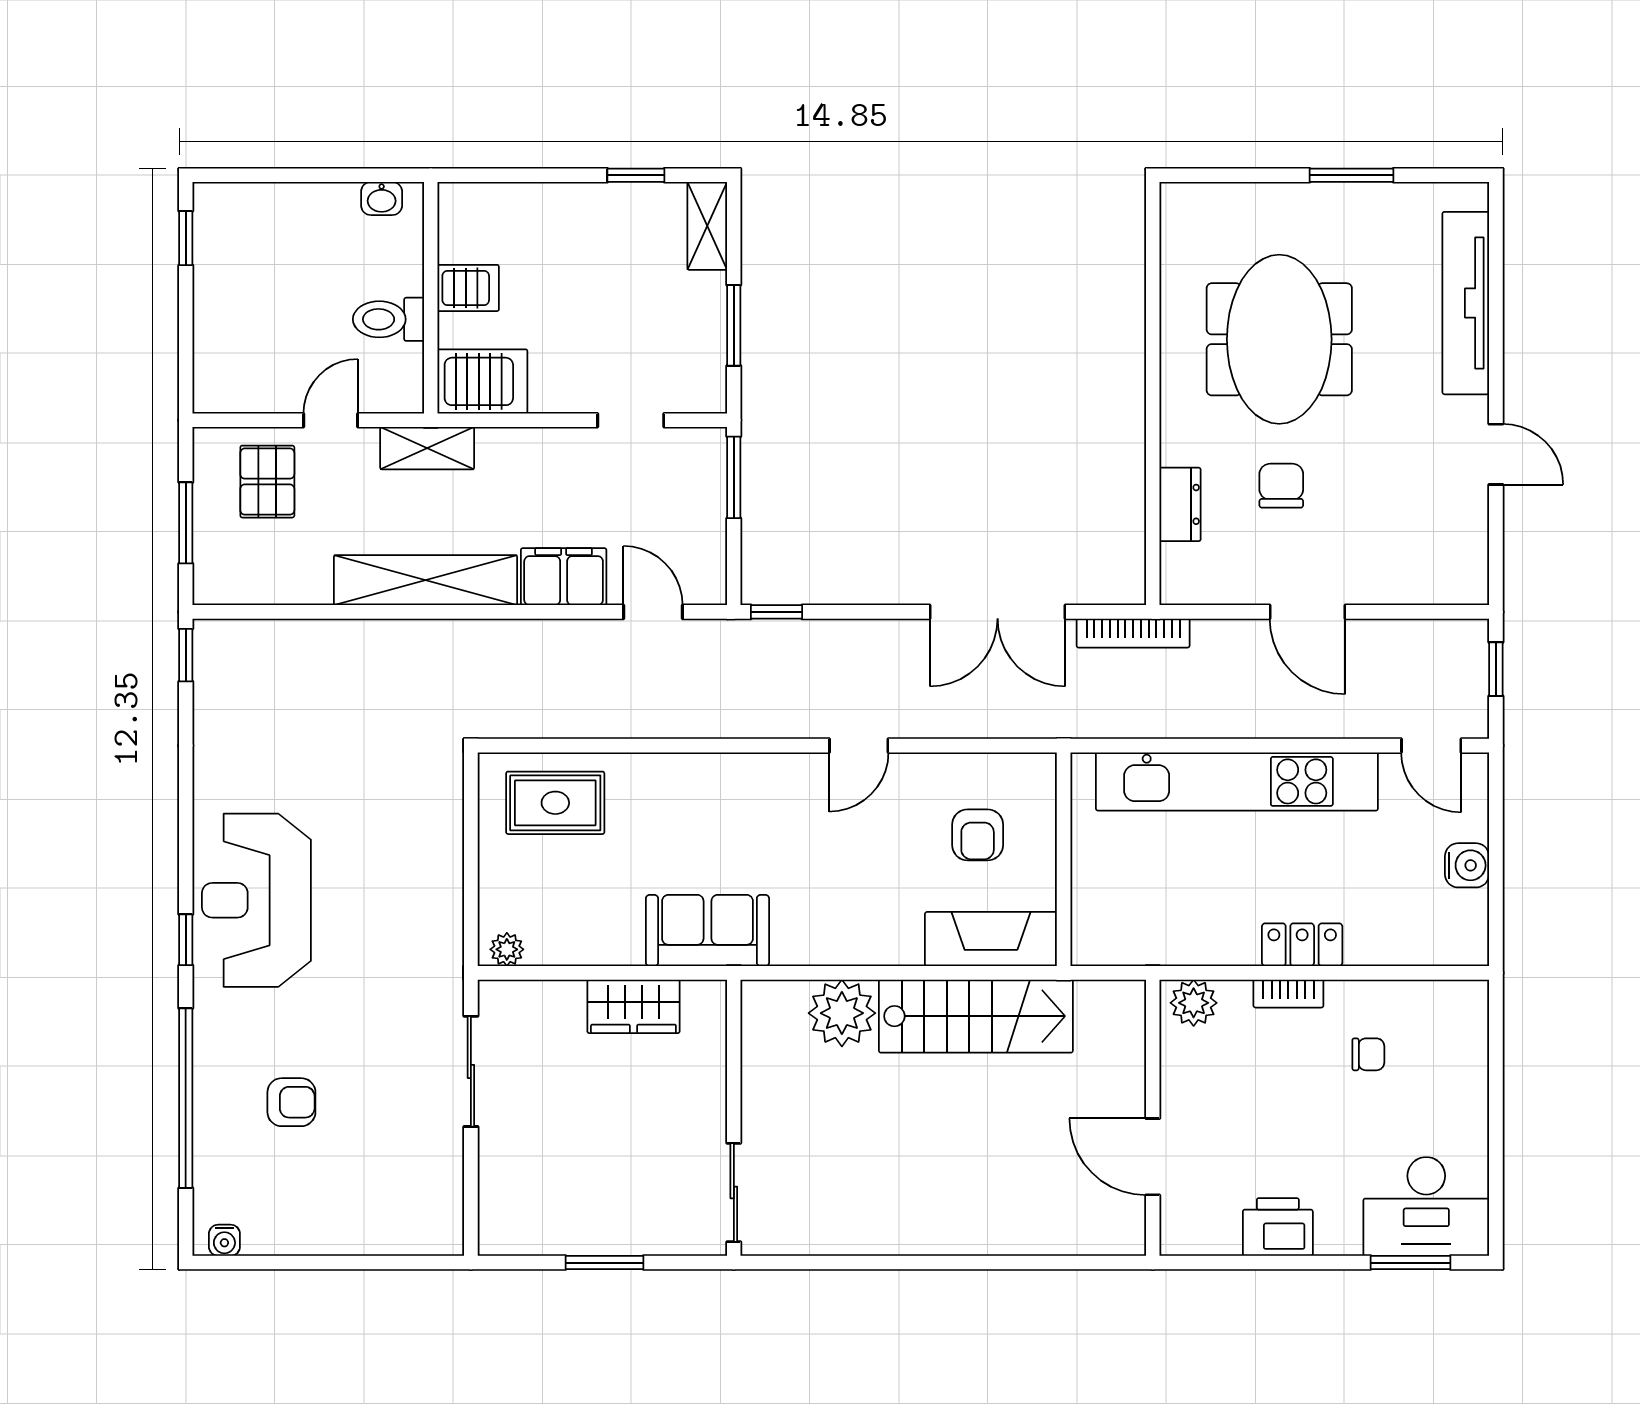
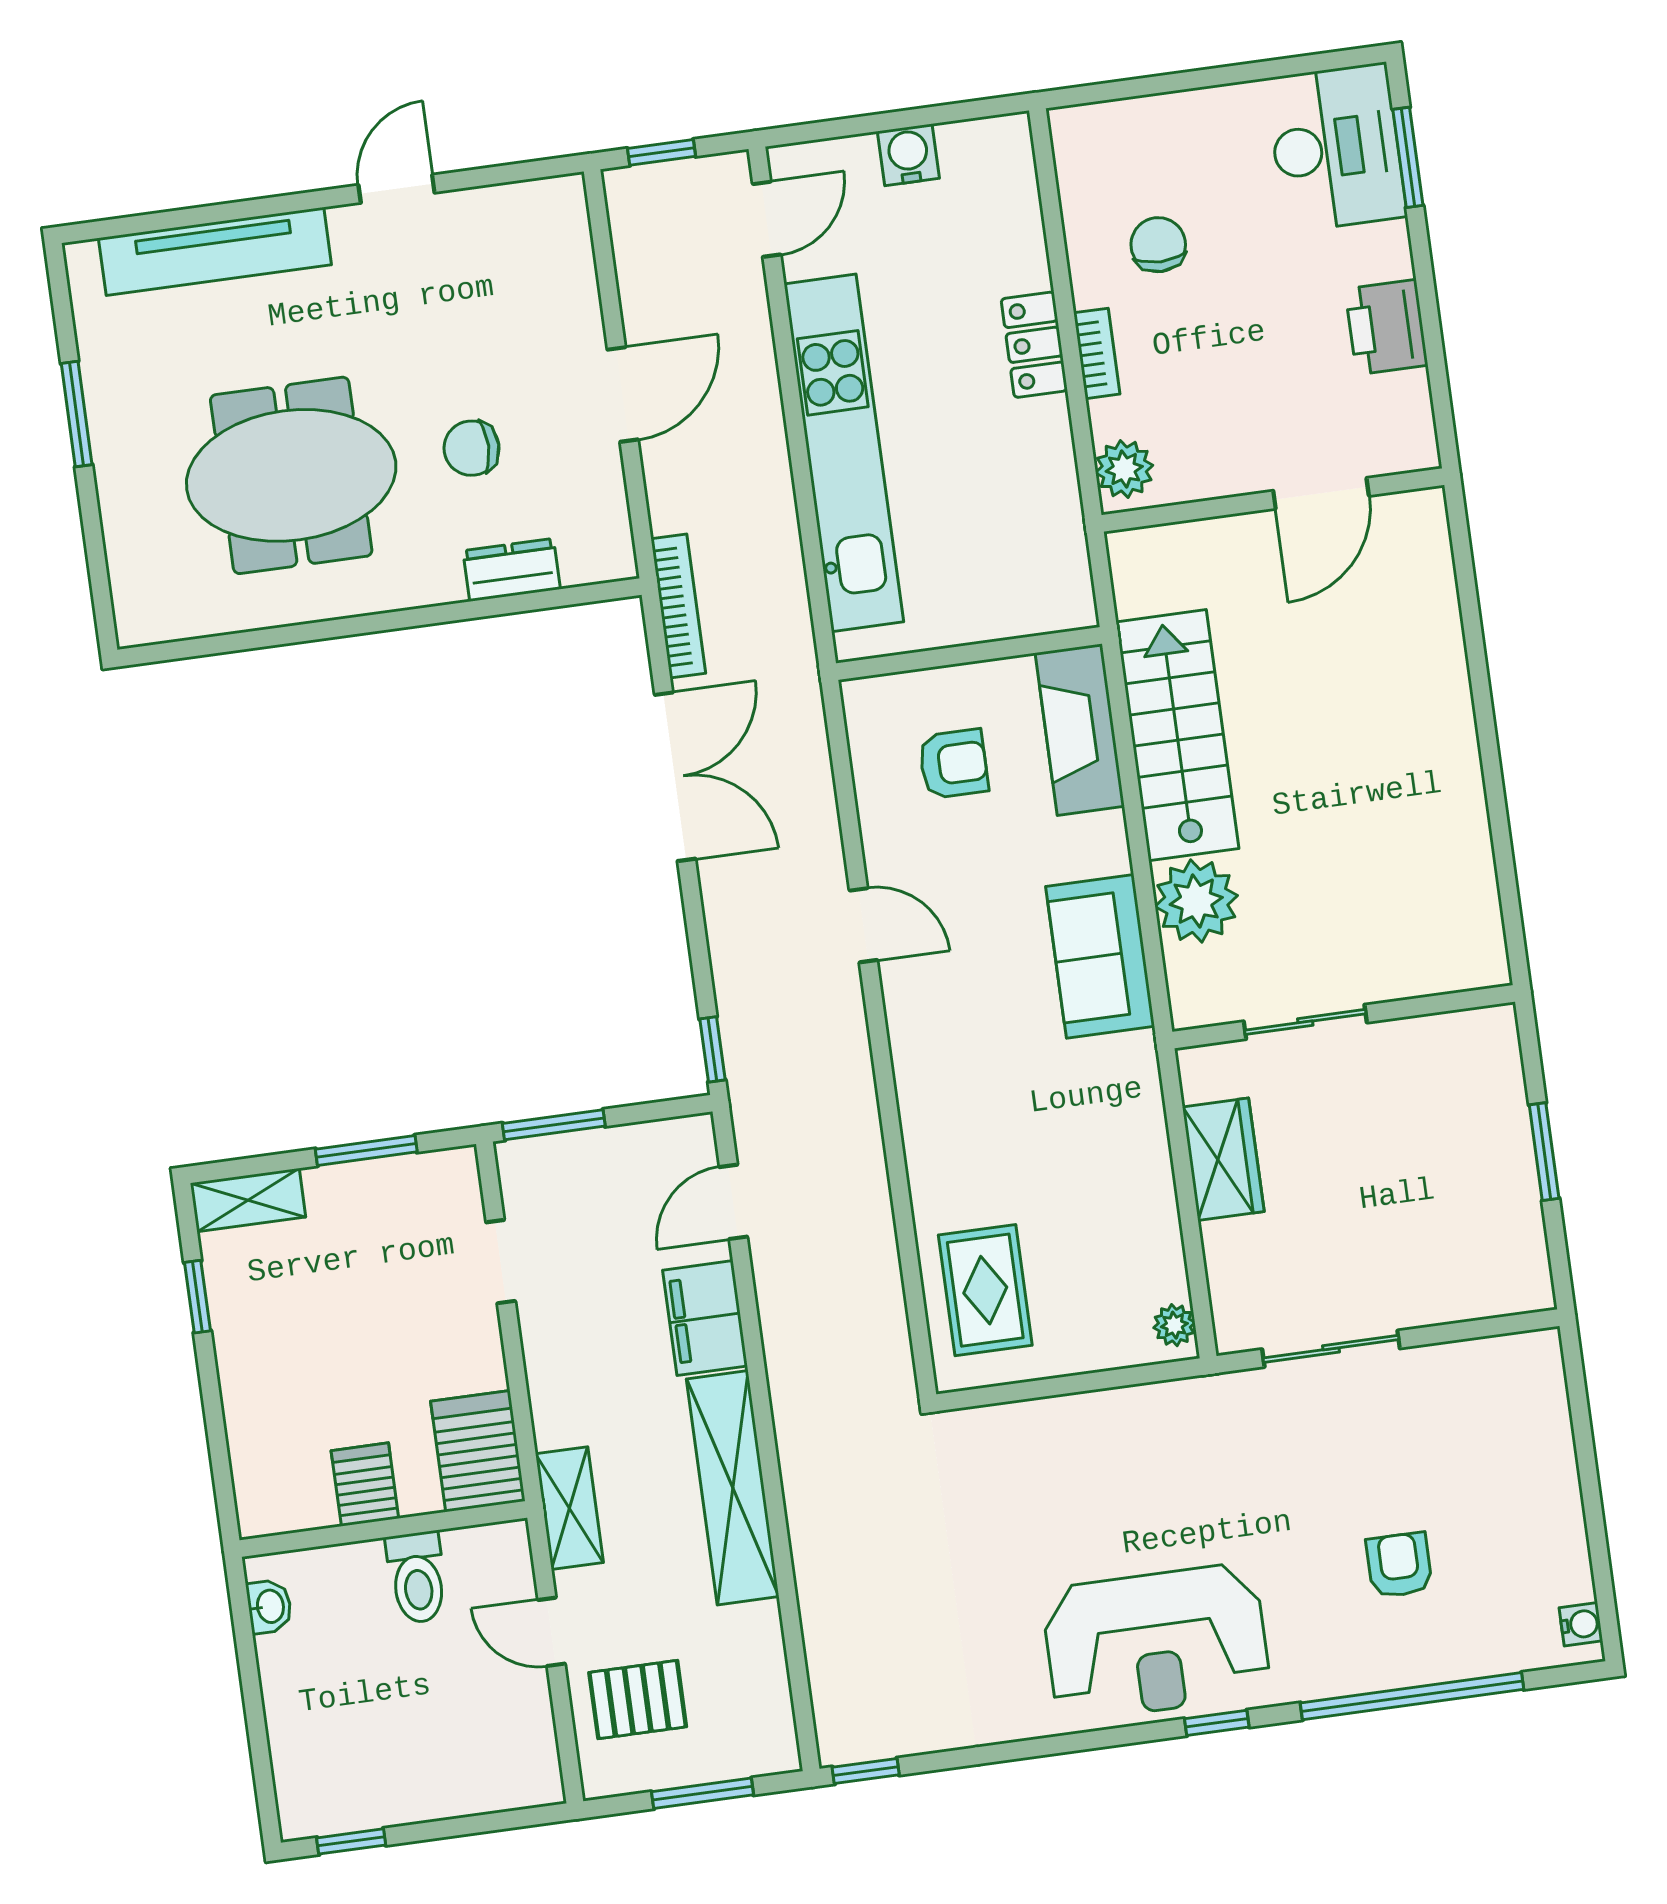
sofa: (707, 931) -> (1100, 956), moved
chair: (1368, 1054) -> (1158, 245), width x1.37, depth x1.37
sliding door: (734, 1192) -> (1305, 1022), moved

